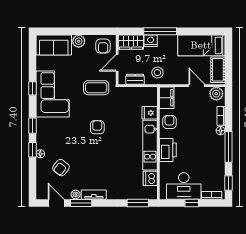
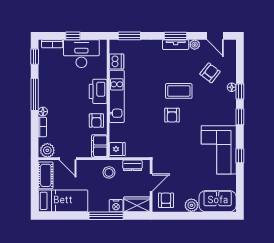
coffee table: (96, 88) -> (179, 91), moved
fridge: (150, 113) -> (117, 149), moved
window: (81, 203) -> (176, 36), moved

